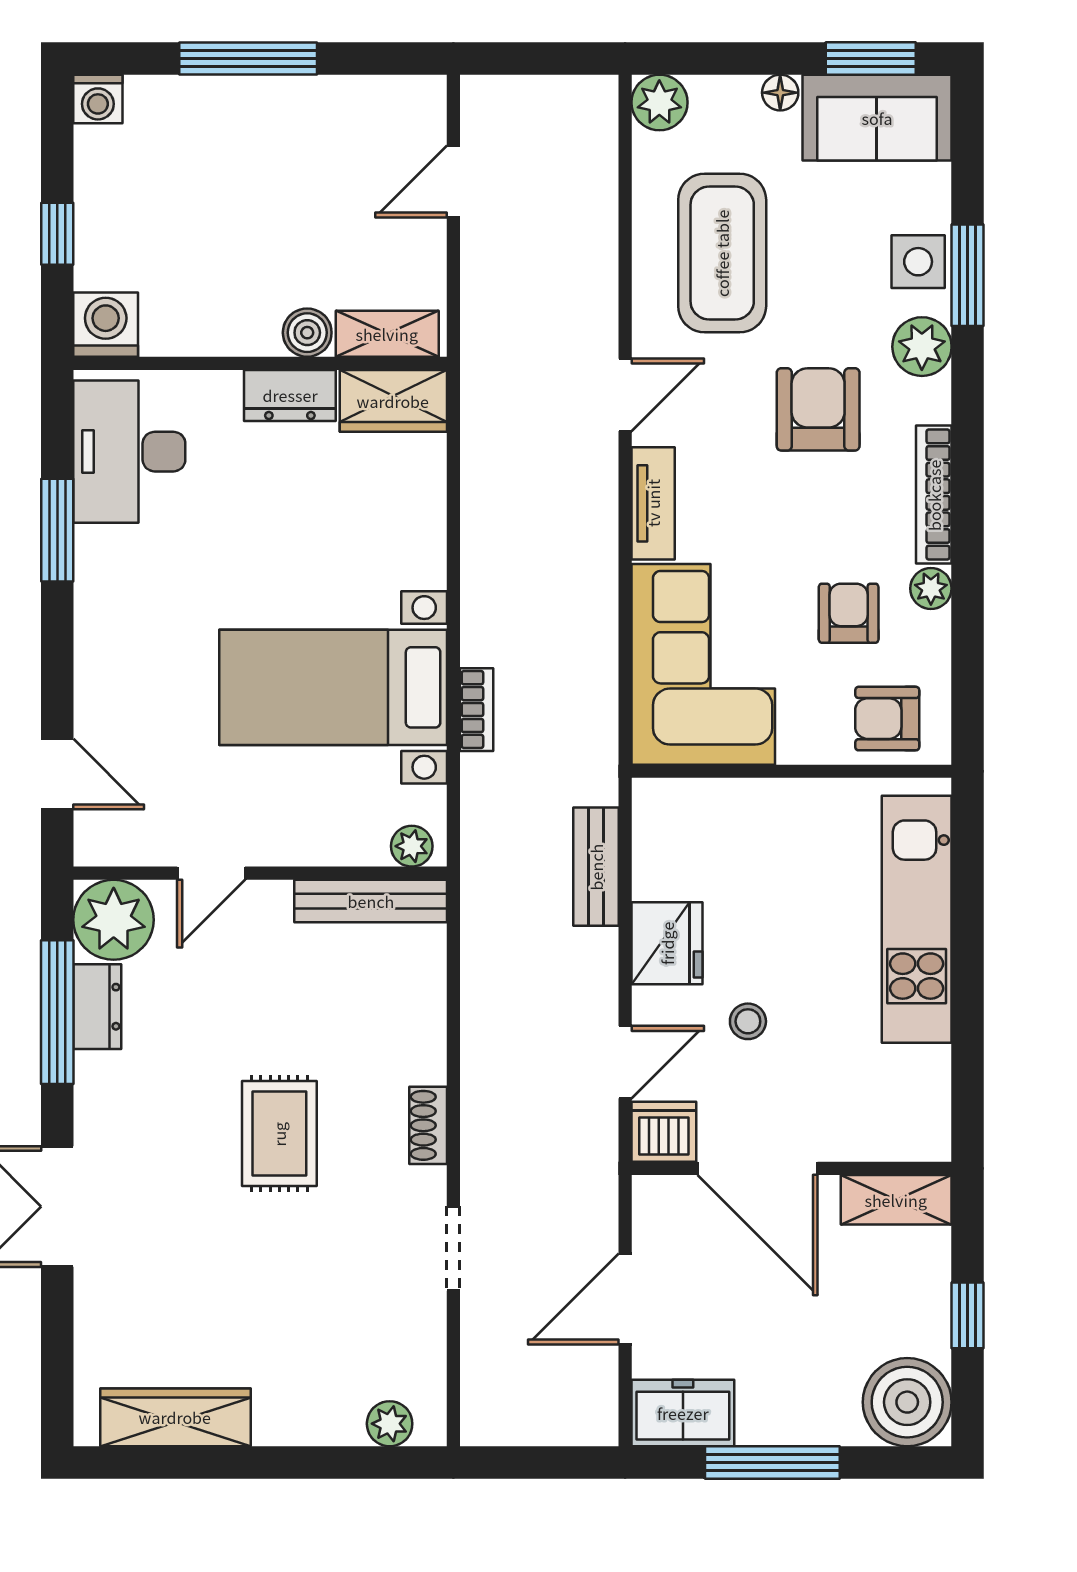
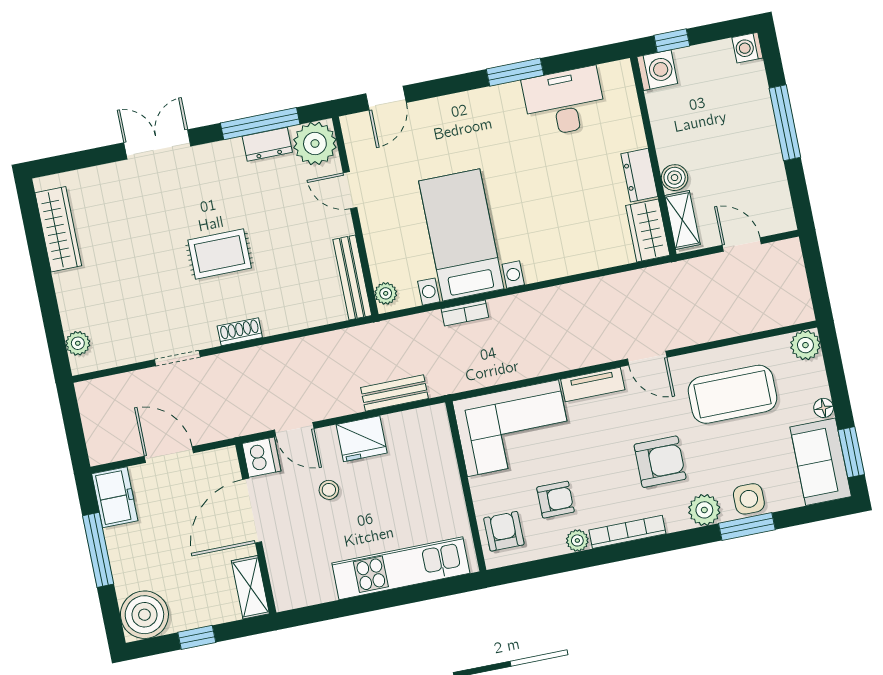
washing machine: (106, 325) -> (657, 70), moved
boiler: (307, 333) -> (675, 178), moved
shelving: (387, 334) -> (682, 220), moved
wall: (260, 363) -> (653, 156), moved
dresser: (290, 395) -> (639, 175), moved
wardrobe: (393, 401) -> (648, 230), moved

